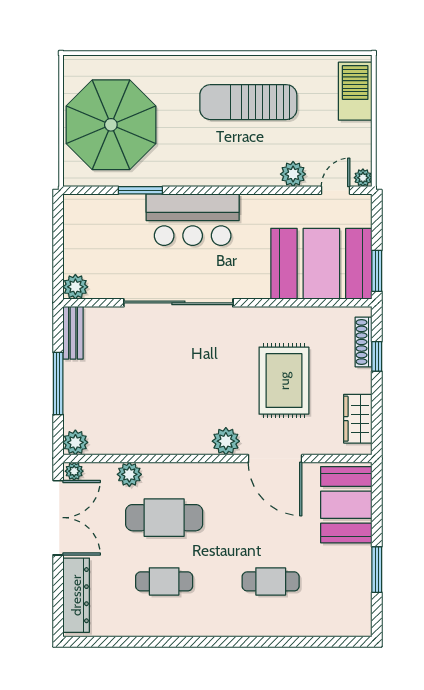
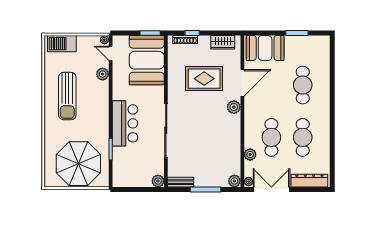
cafe table: (164, 581) -> (303, 137), width x1.37, depth x1.35
cafe table: (271, 581) -> (303, 85), width x1.37, depth x1.35

